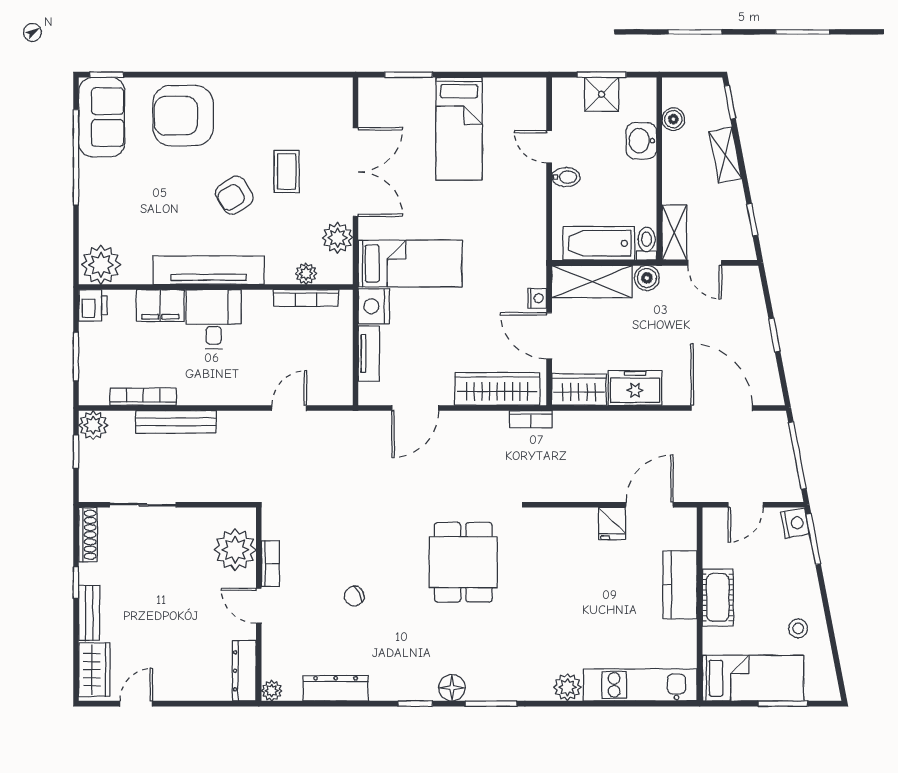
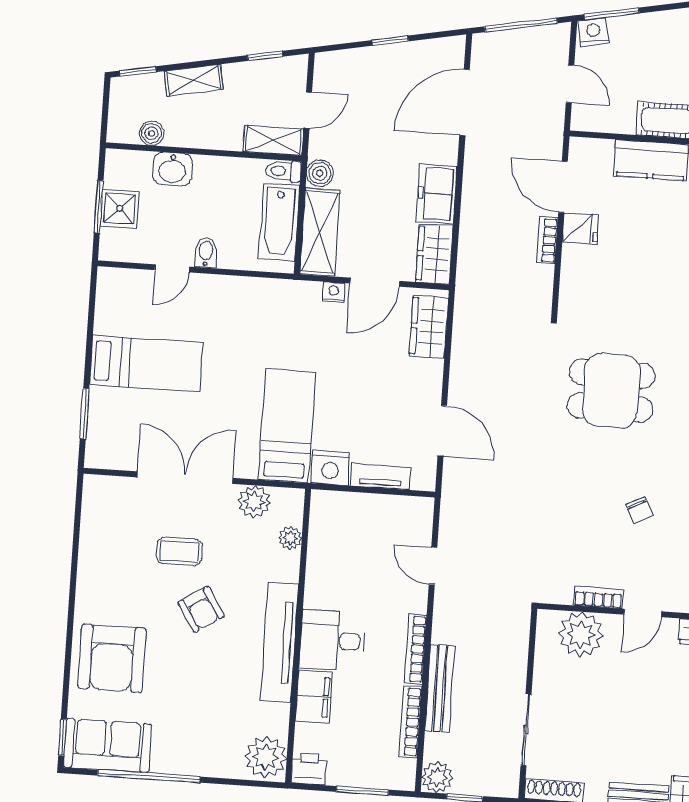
bookcase: (306, 298) -> (416, 649), moved, turned 180
wardrobe: (497, 389) -> (429, 327), width x0.67
bookcase: (531, 419) -> (547, 240), moved, turned 180

